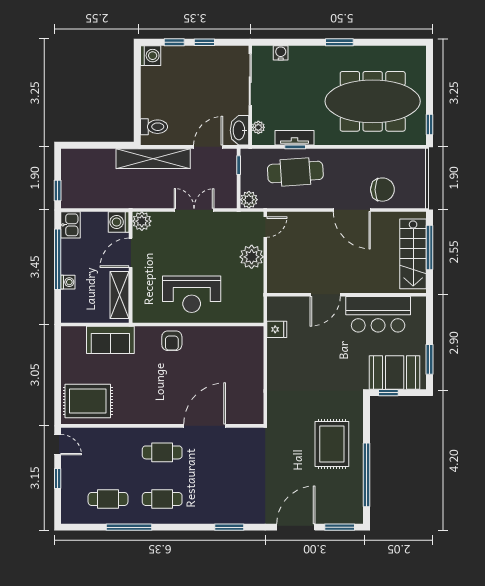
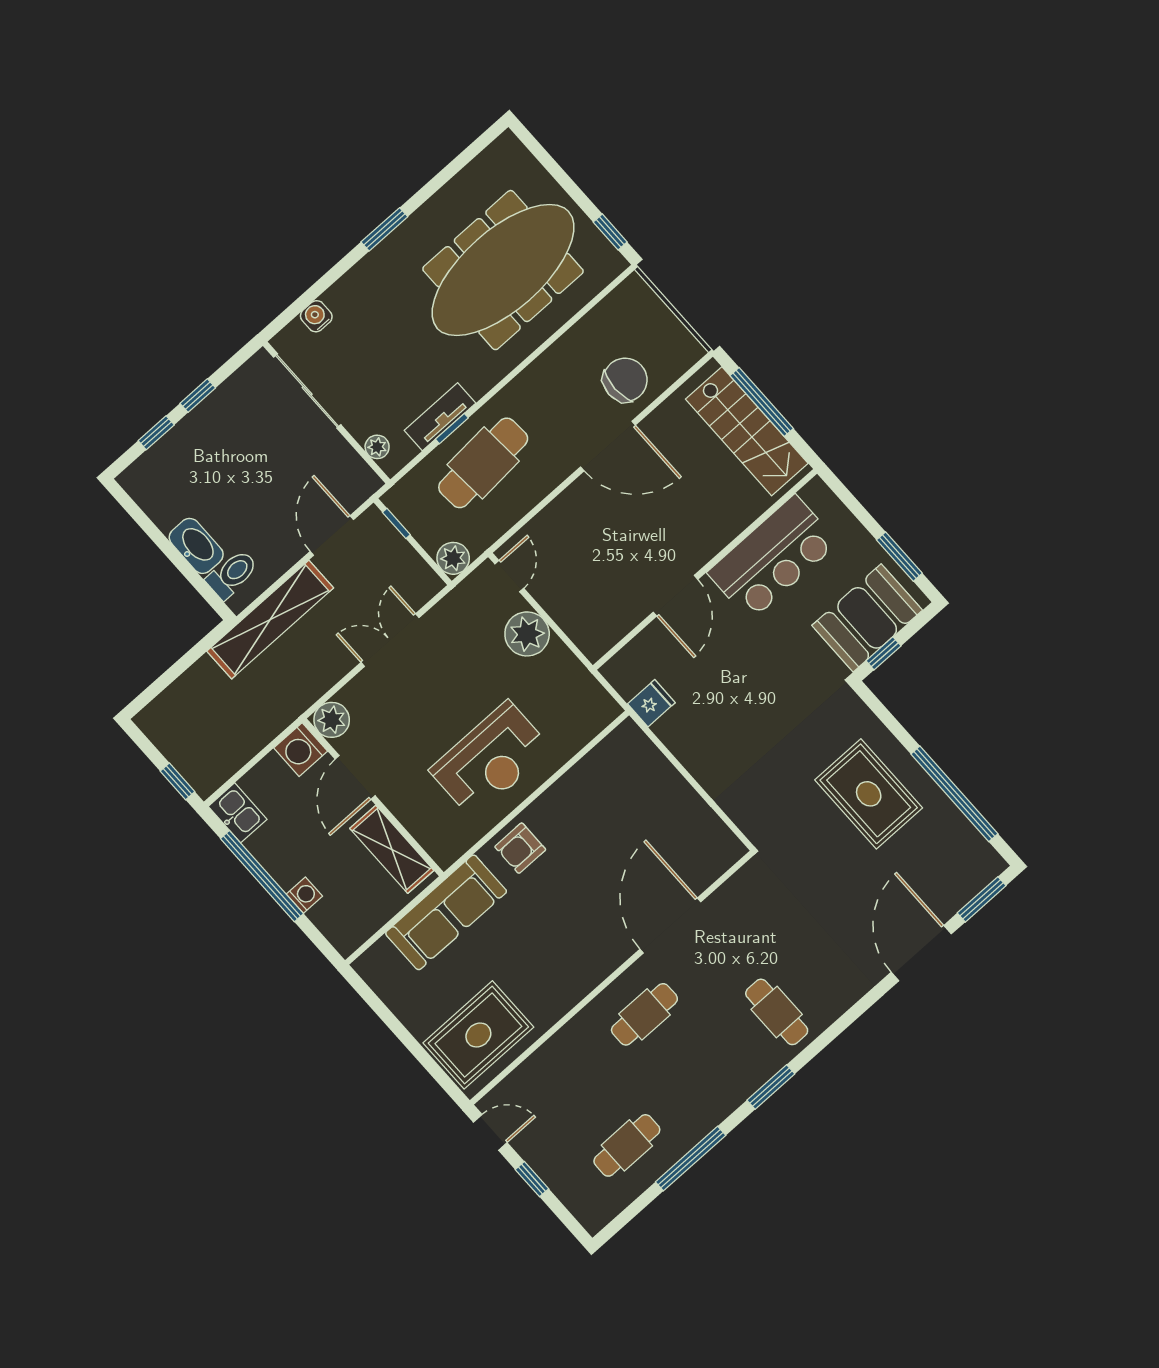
washing machine: (151, 56) -> (140, 480), removed
washbasin: (239, 130) -> (196, 546), moved, turned 180
sofa: (110, 340) -> (446, 912), width x1.36
armchair: (172, 341) -> (520, 848), turned 90
cafe table: (162, 499) -> (777, 1012), moved, turned 90
window: (229, 527) -> (771, 1087), moved

